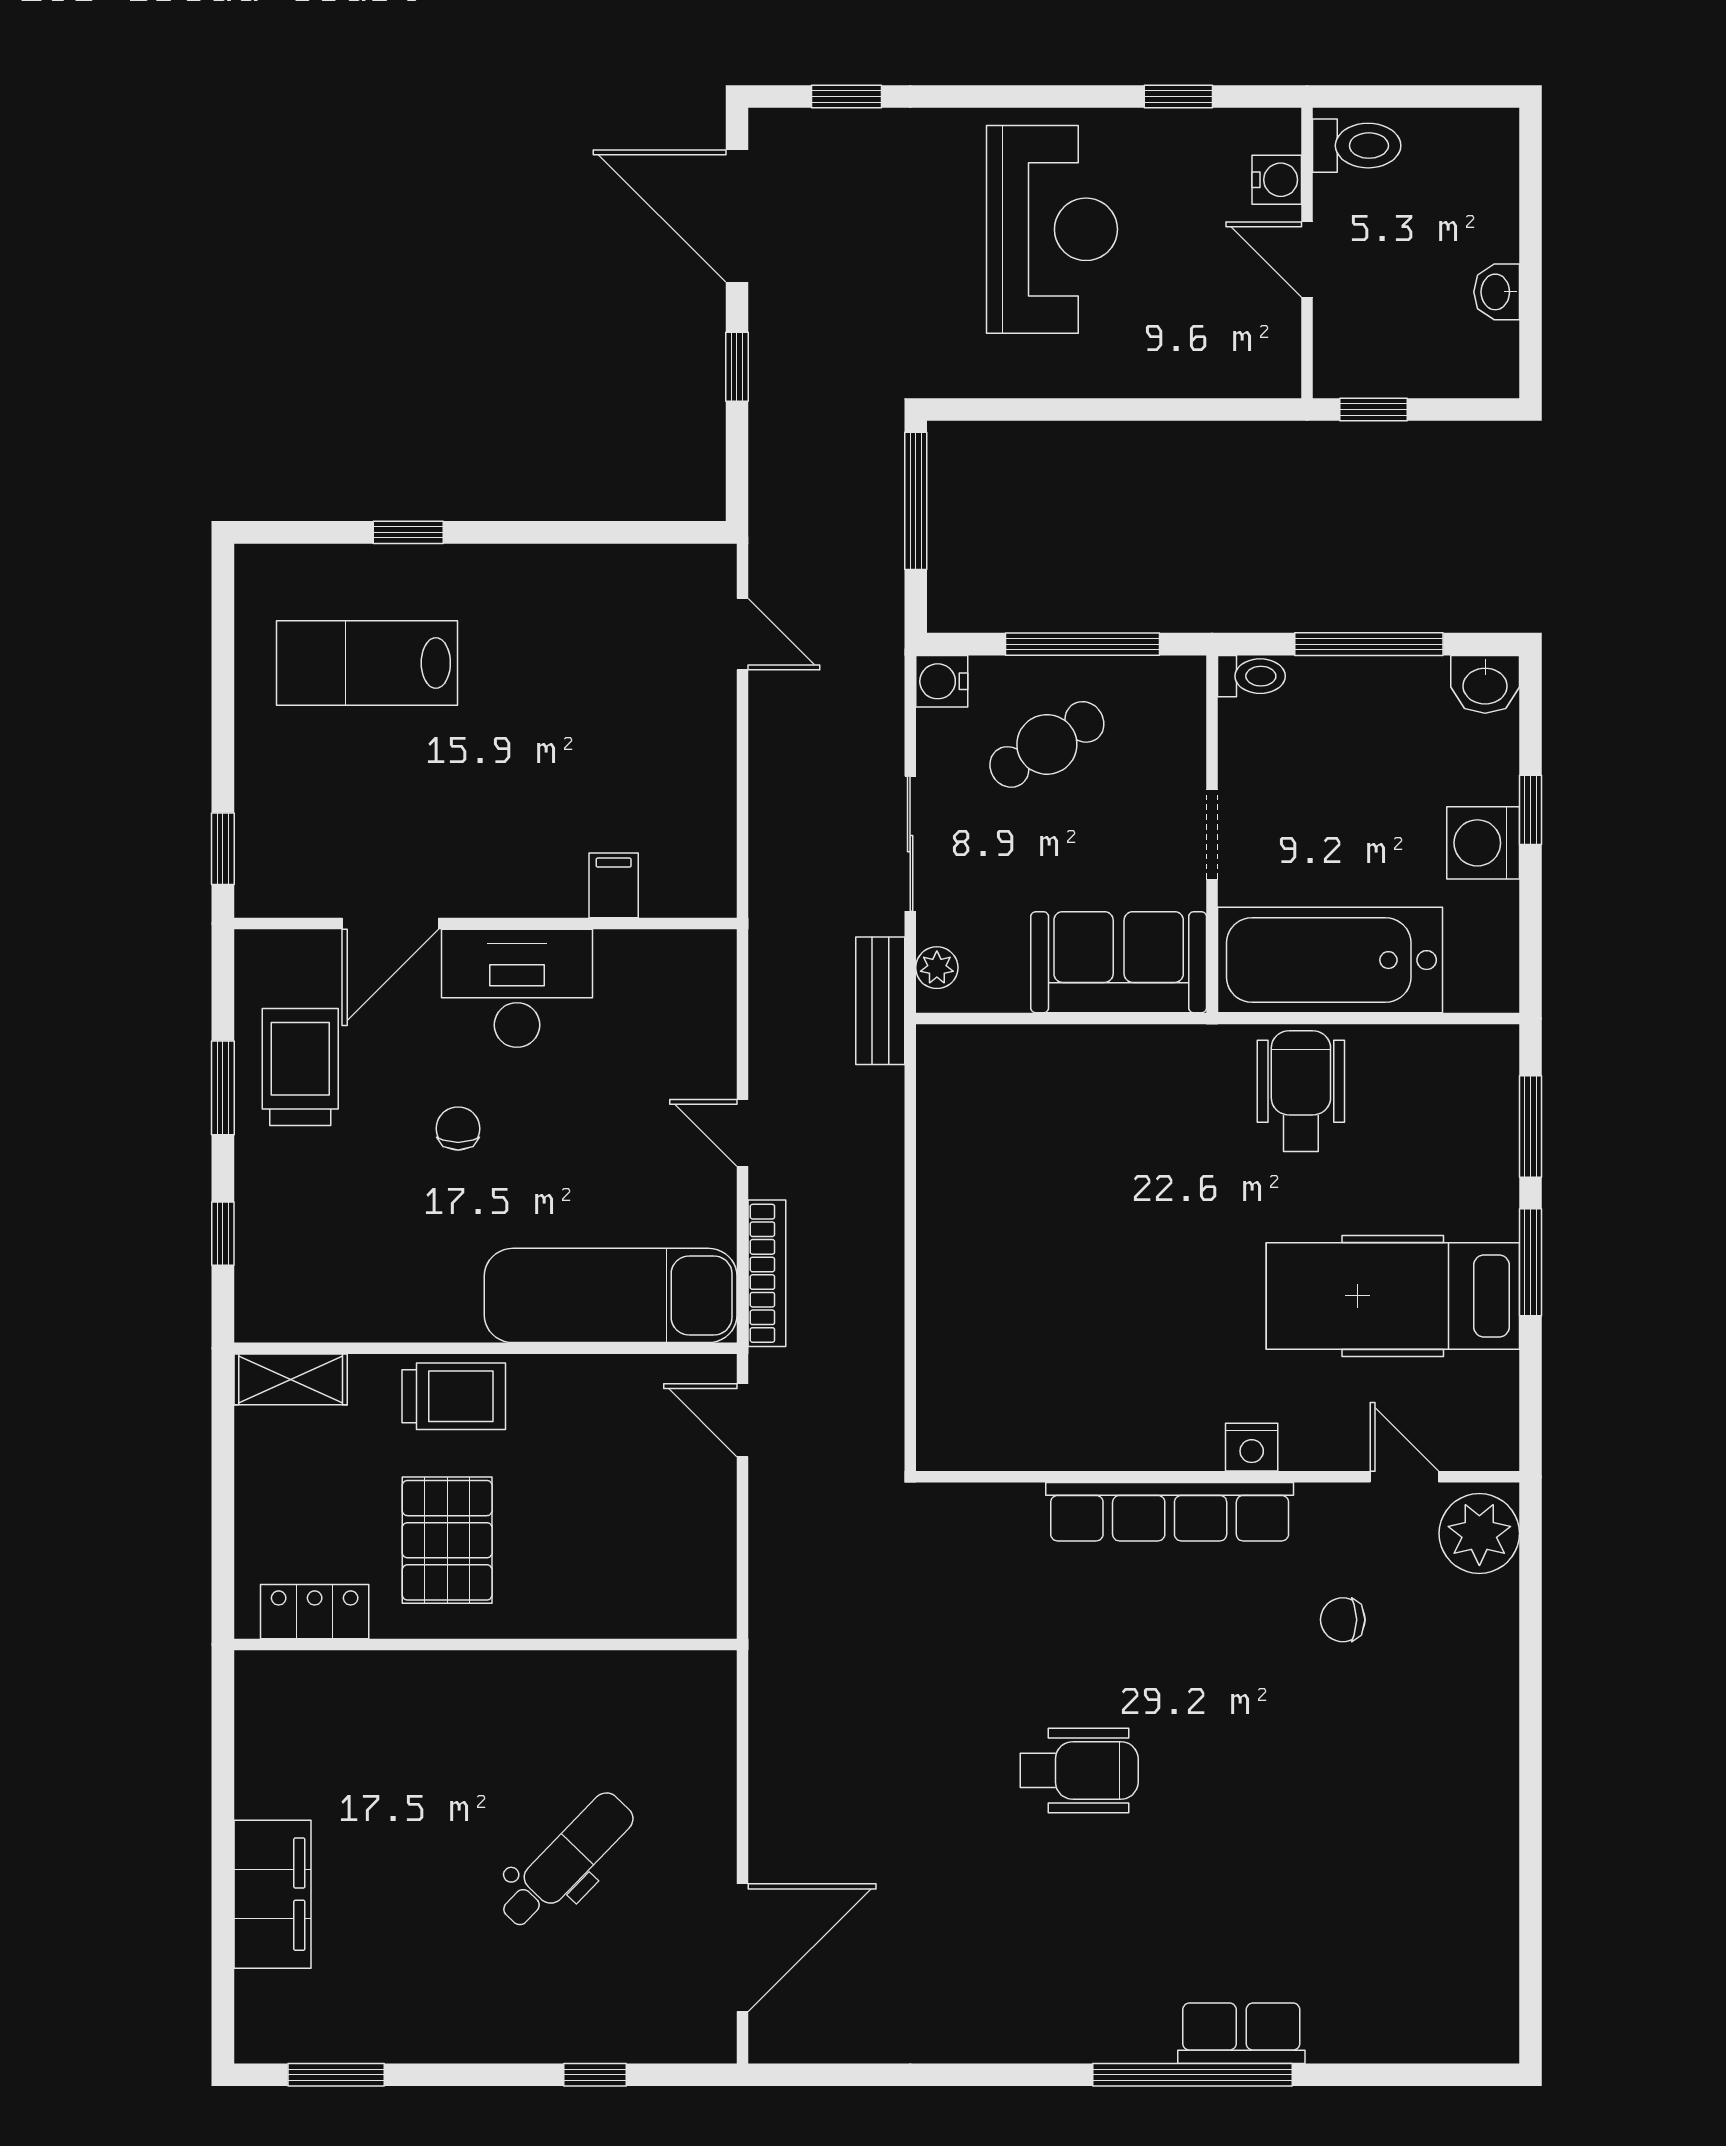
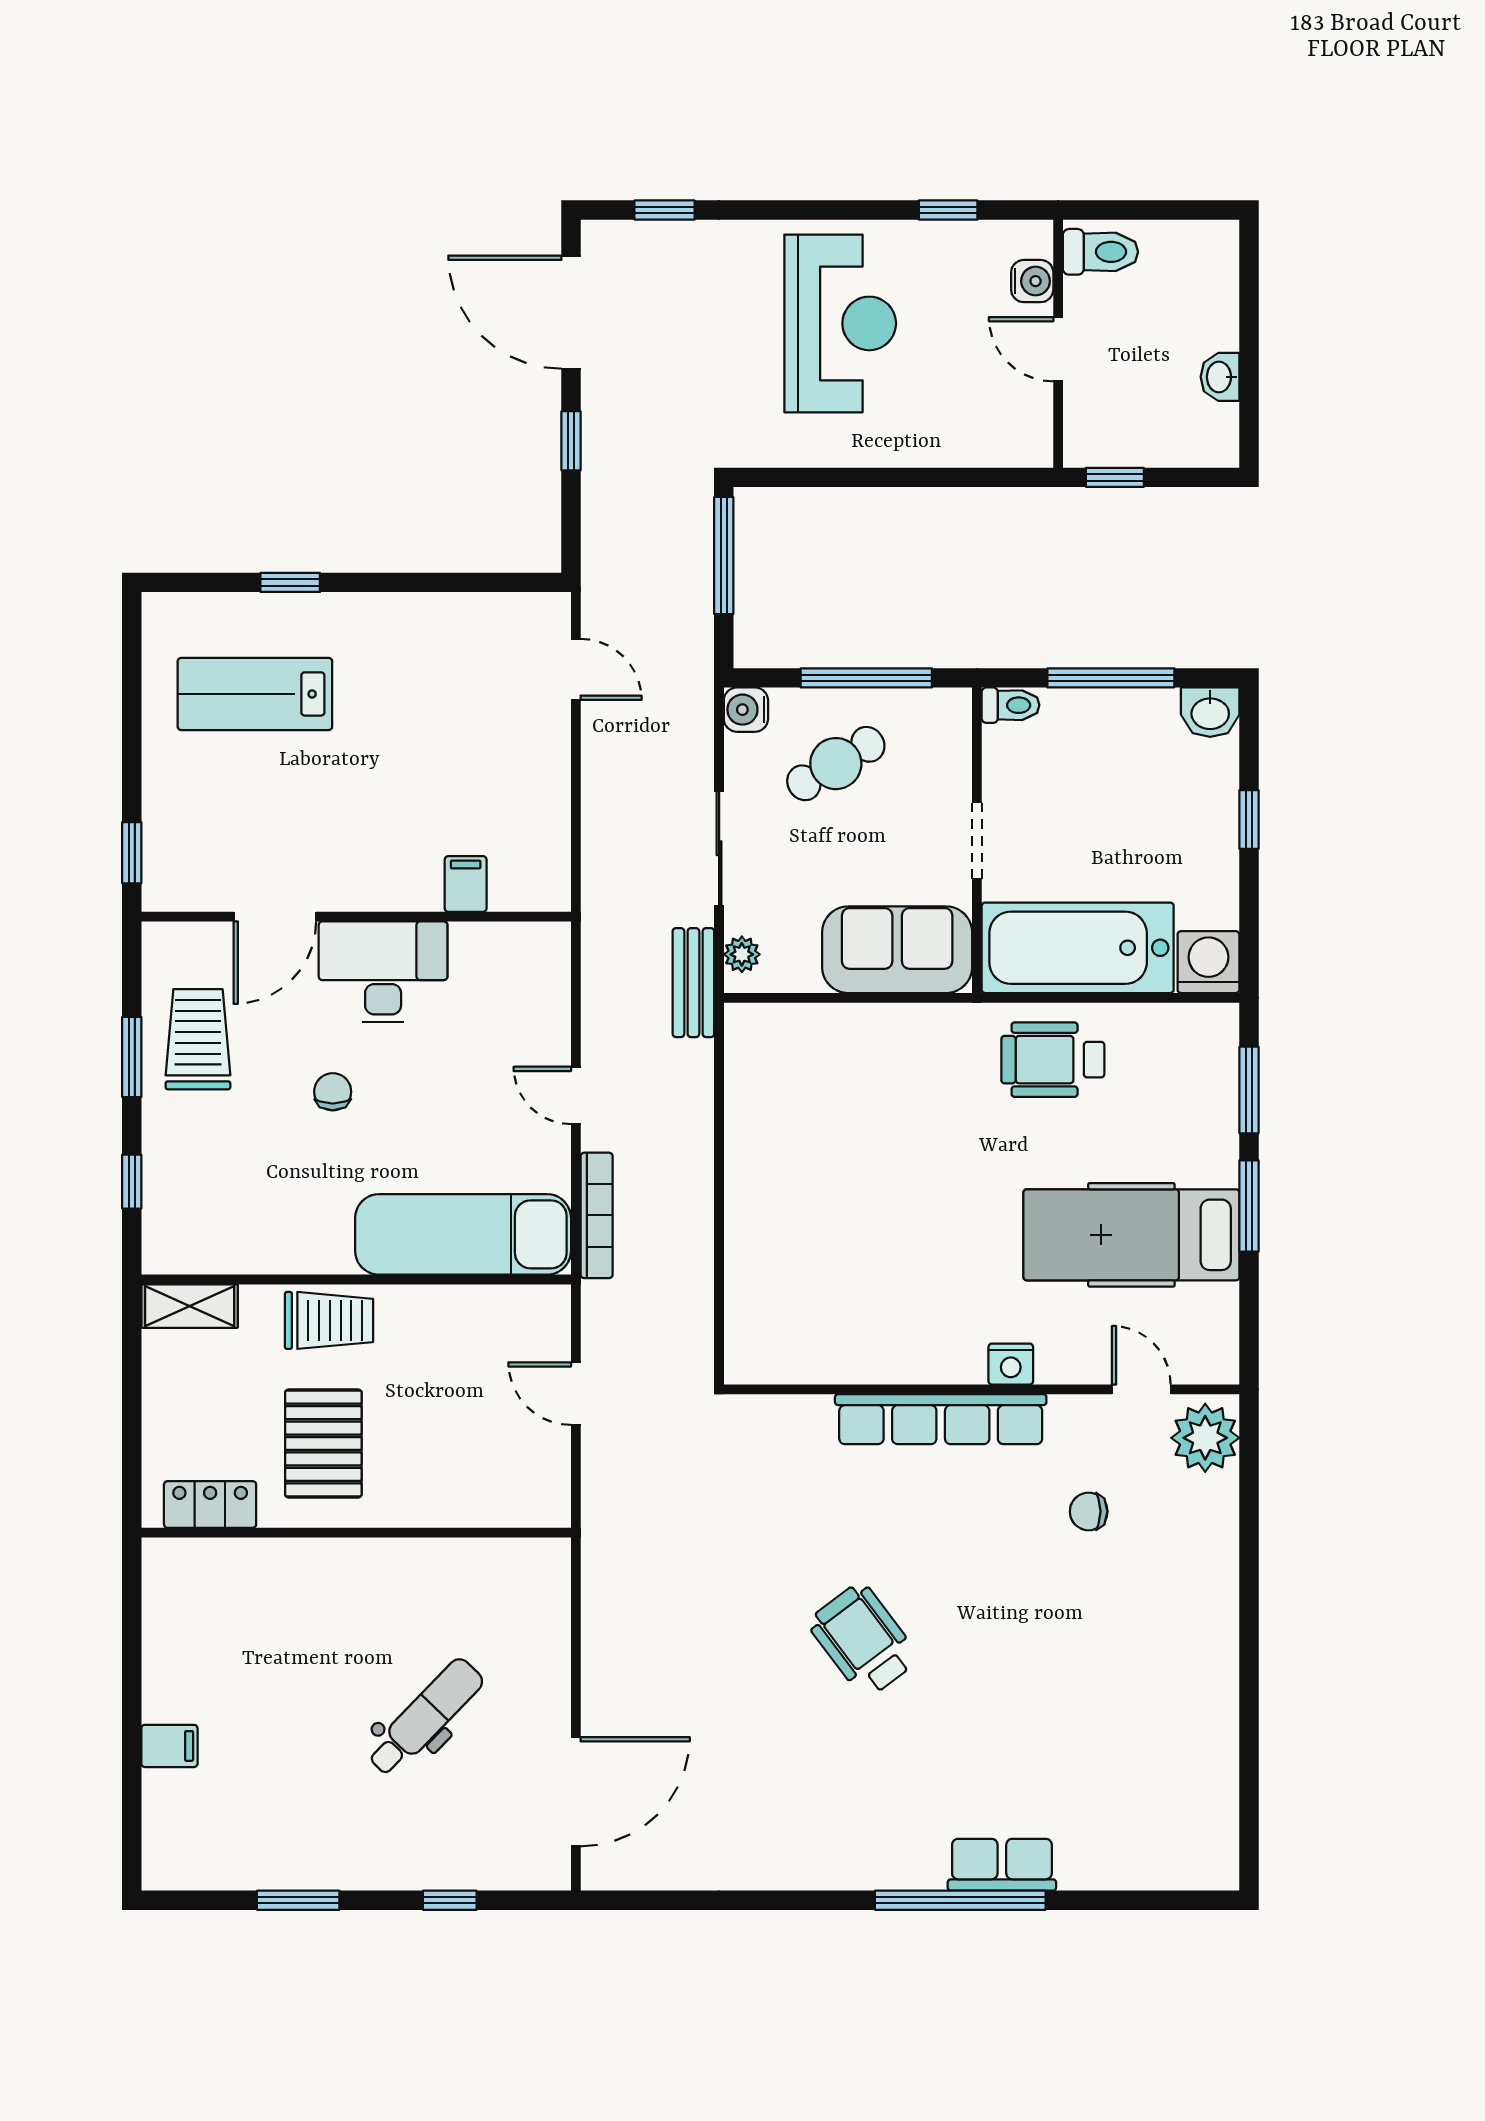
washing machine: (1483, 843) -> (1208, 962), moved, turned 90
wheelchair: (1301, 1091) -> (1053, 1060), turned -90
door: (743, 1420) -> (576, 1394), moved
wheelchair: (1079, 1770) -> (863, 1640), turned -127
filing cabinet: (272, 1894) -> (169, 1746), width x0.33, depth x0.86
window: (336, 2075) -> (298, 1900), moved

